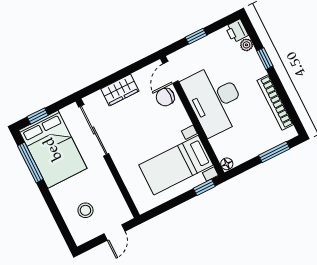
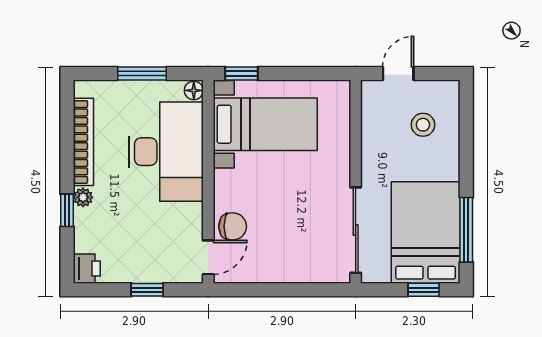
plant: (246, 45) -> (83, 197), moved
wardrobe: (120, 90) -> (291, 268), removed
desk: (215, 100) -> (166, 152), moved
window: (274, 152) -> (142, 74), moved

